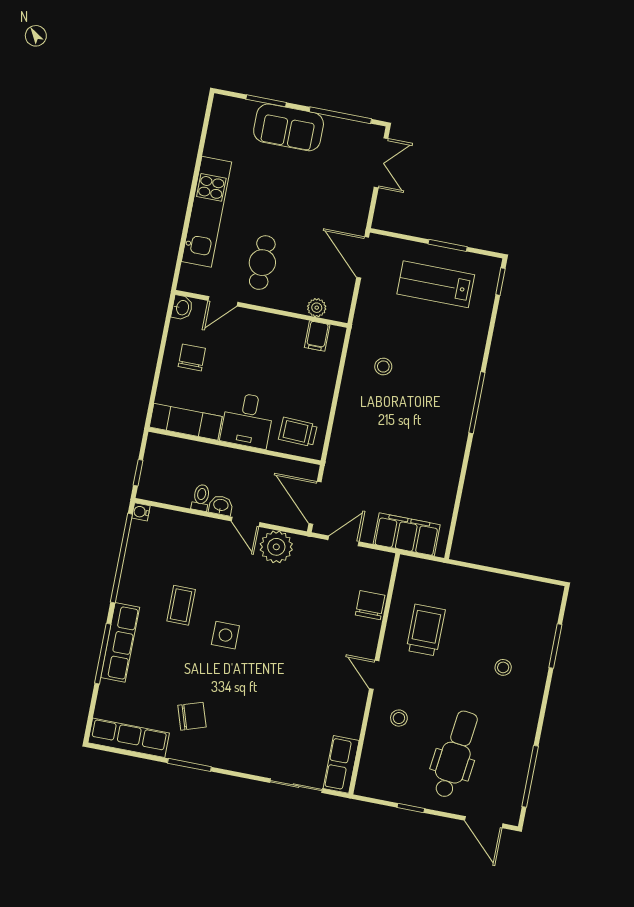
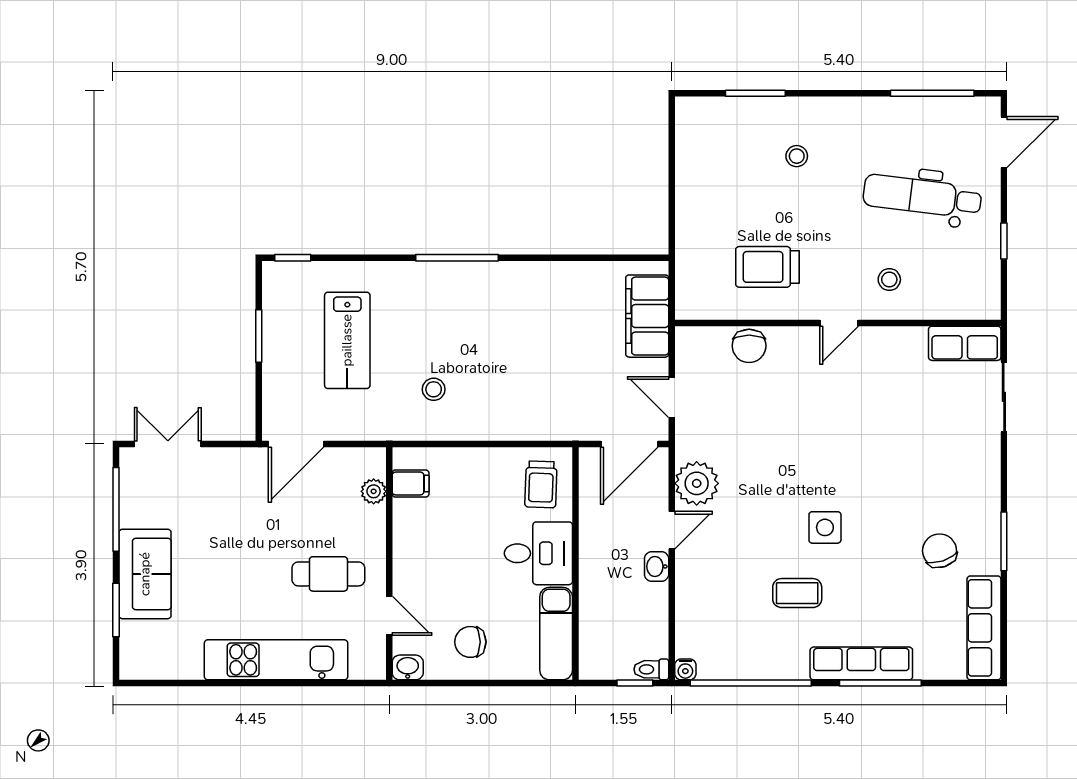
lab bench: (436, 284) -> (347, 340), moved
toilet: (201, 498) -> (651, 669), moved
chair: (370, 605) -> (749, 346), turned -90

